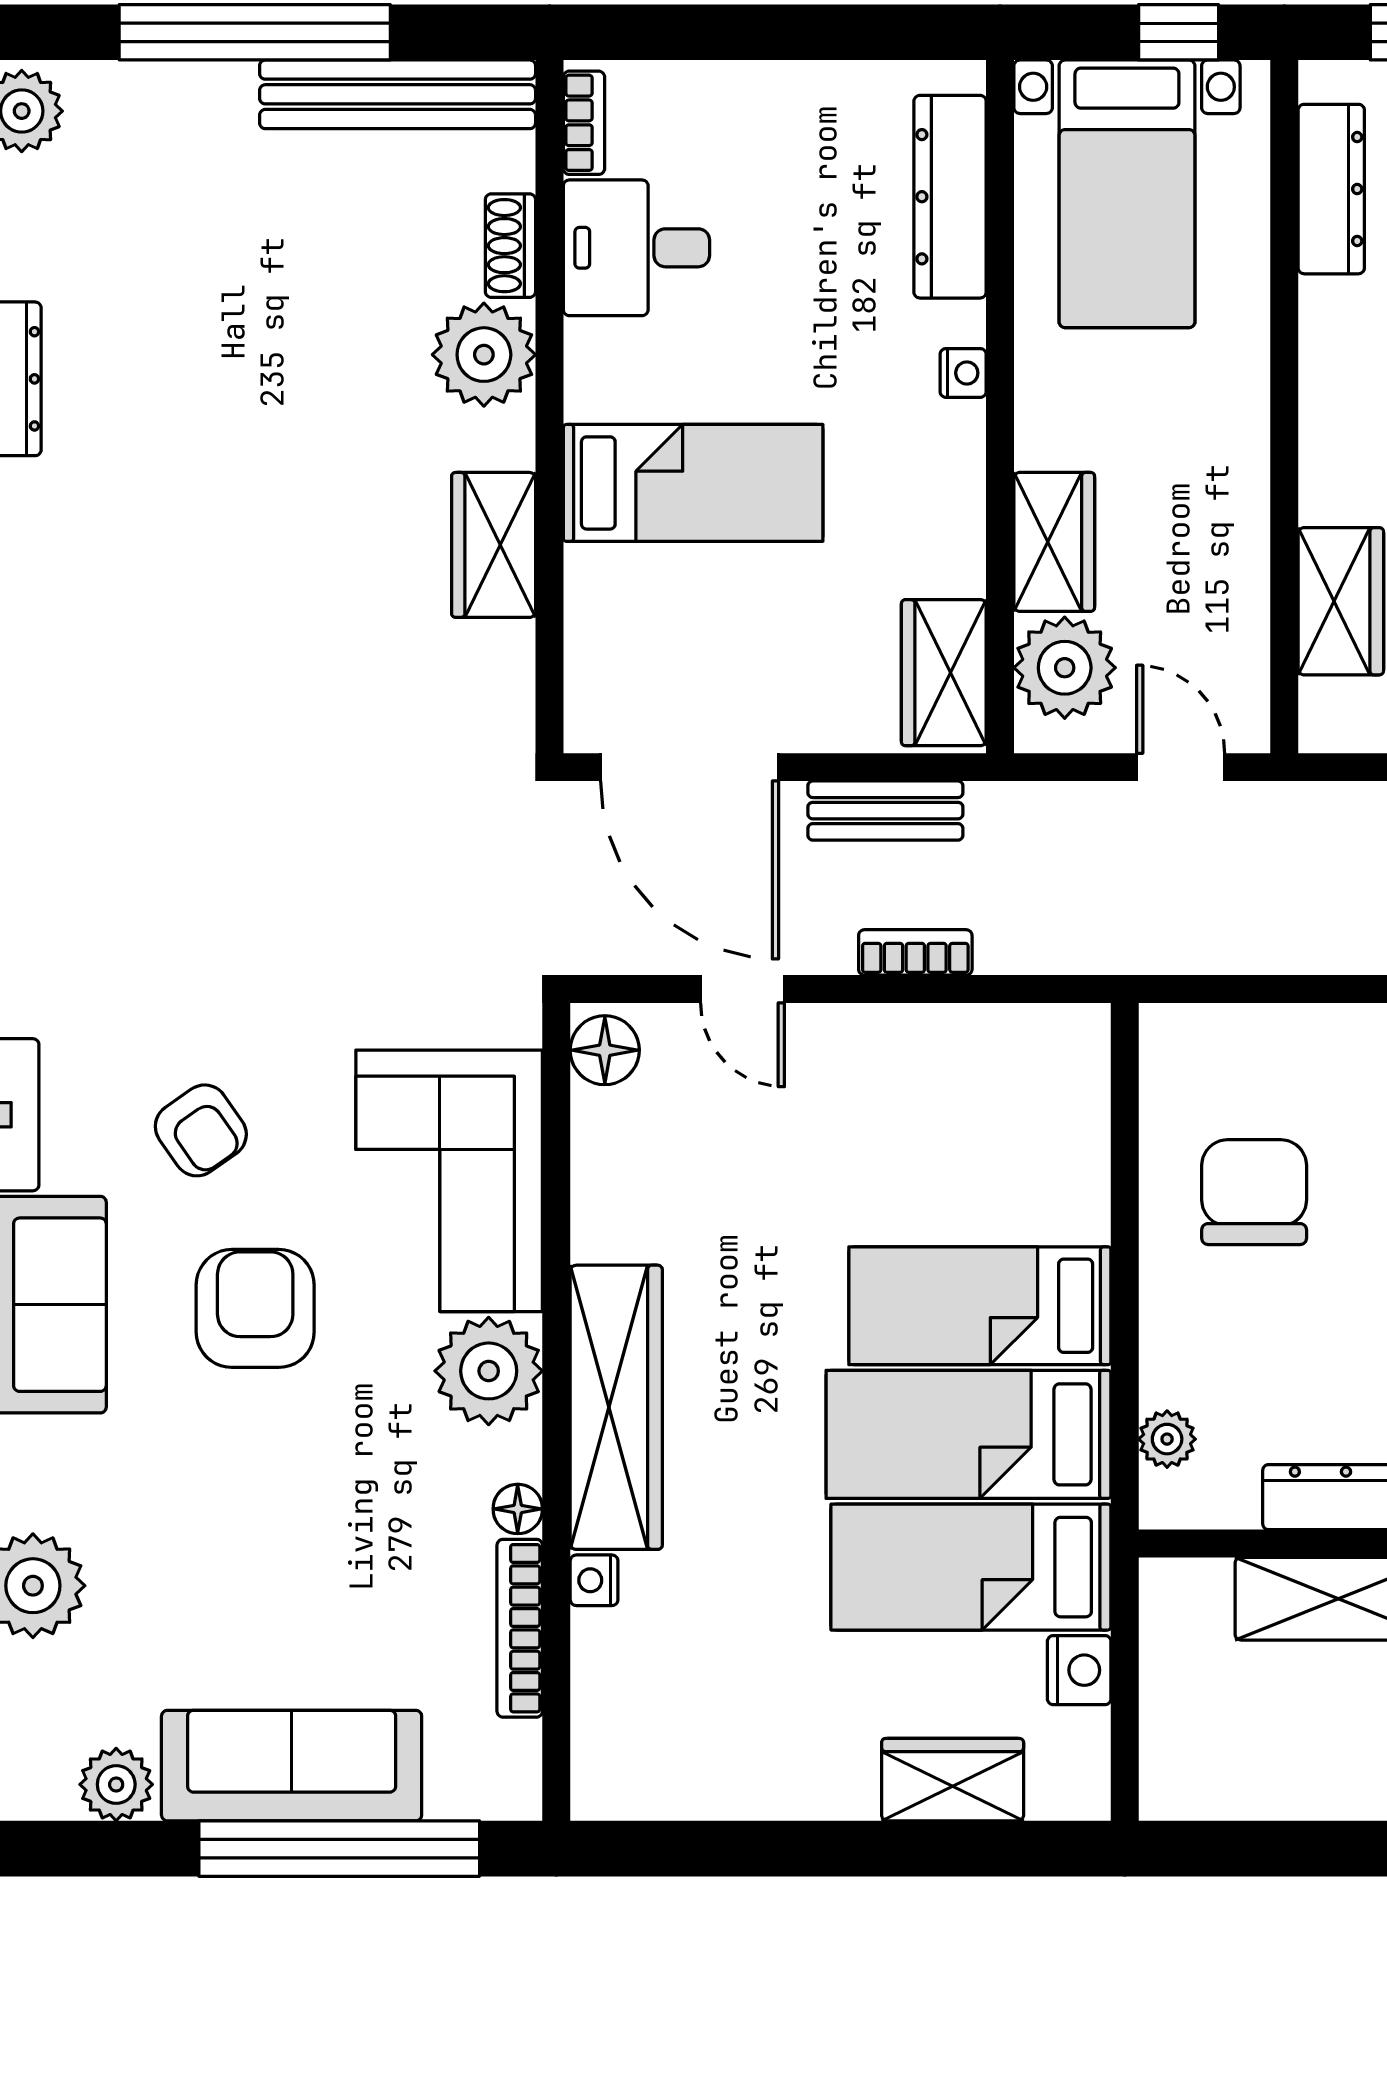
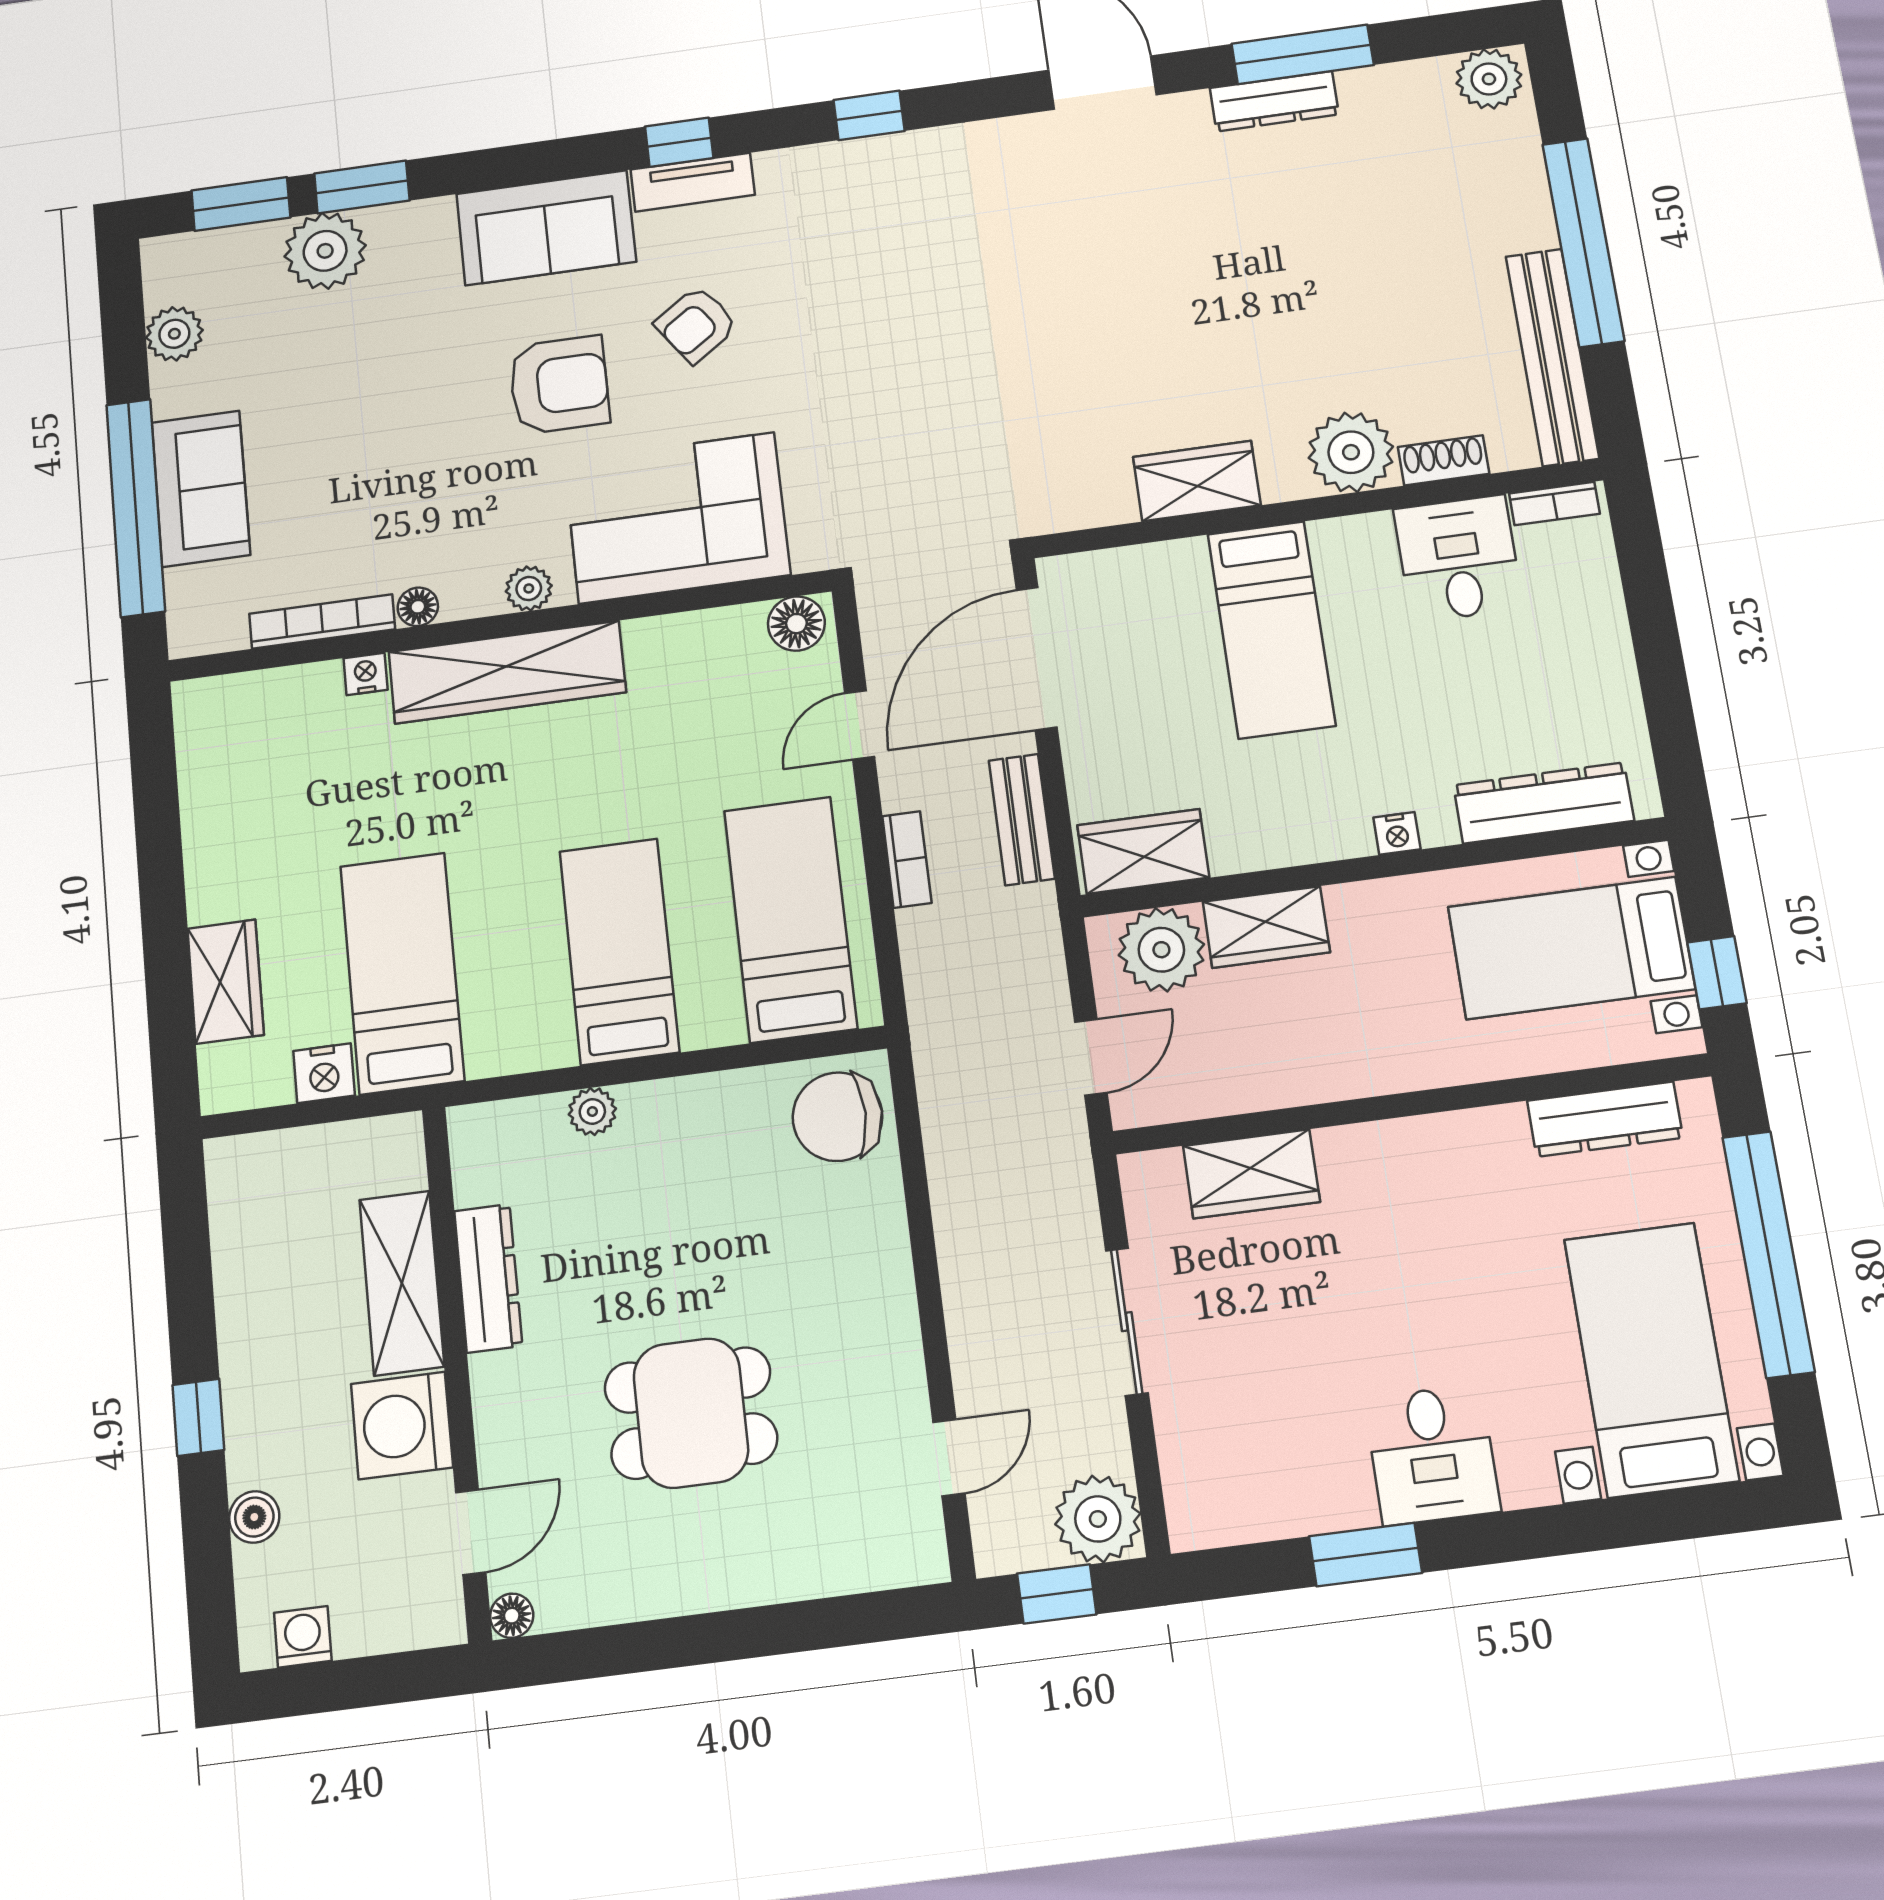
chair: (1254, 1192) -> (837, 1117), moved, turned 180
plant: (489, 1371) -> (529, 588), width x0.53, depth x0.53
bed: (969, 1434) -> (790, 919), moved
plant: (1167, 1439) -> (592, 1112), moved
sofa: (292, 1766) -> (201, 489), width x0.73

